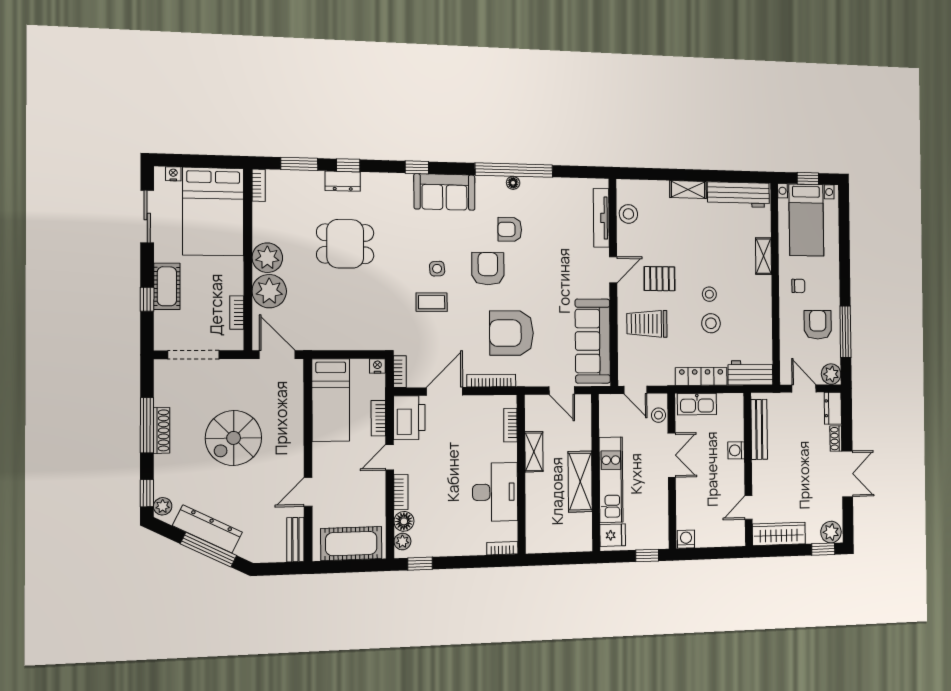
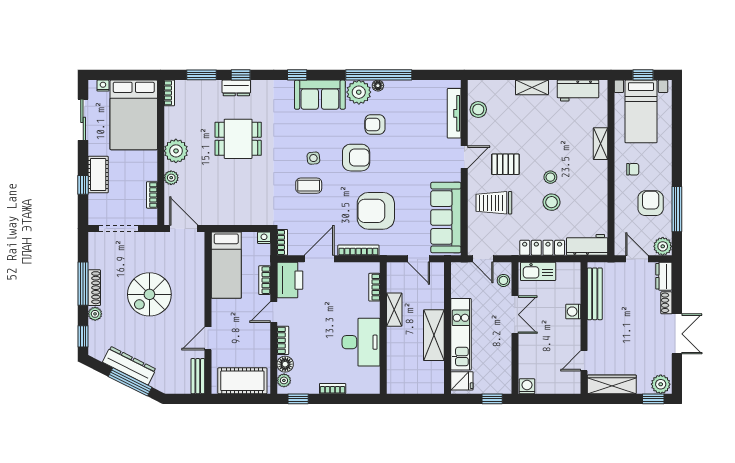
plant: (491, 190) -> (359, 92), added
workbench: (738, 195) -> (578, 91), width x0.73
armchair: (488, 269) -> (356, 158), turned 90
plant: (269, 291) -> (171, 178), width x0.53, depth x0.53
plant: (163, 506) -> (95, 314), moved
bookcase: (502, 548) -> (333, 389), moved

